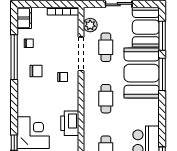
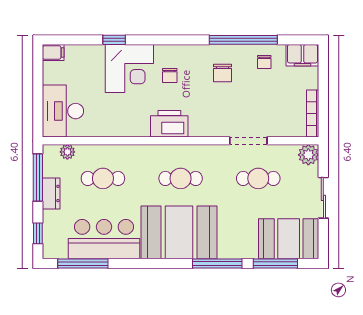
plant: (90, 25) -> (308, 155), moved
doorway: (81, 54) -> (248, 141), width x0.73
booth: (142, 73) -> (179, 232), moved
chair: (63, 77) -> (170, 75), moved
printer: (70, 123) -> (169, 124), moved

